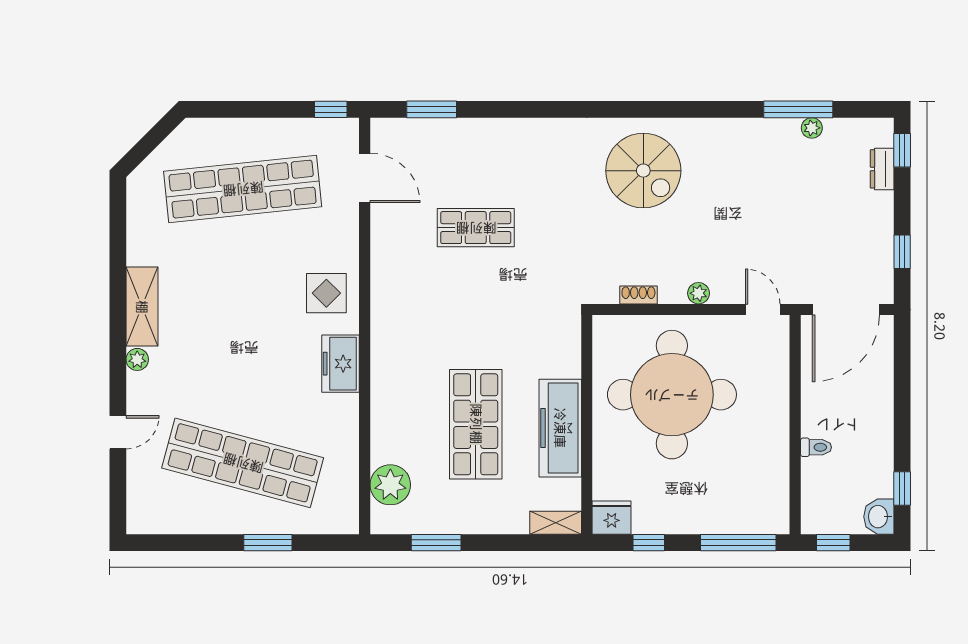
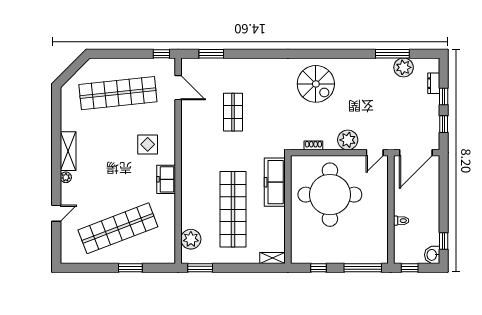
plant: (812, 128) -> (404, 67), width x1.88, depth x1.88
window: (902, 150) -> (444, 97), moved
shop shelf: (476, 228) -> (233, 112), turned 90
display table: (326, 293) -> (148, 144), moved
plant: (699, 293) -> (348, 140), width x1.87, depth x1.87
door: (763, 309) -> (375, 153), swing flipped
shop shelf: (476, 424) -> (233, 209), width x1.40
freezer: (560, 428) -> (275, 182), moved
shop shelf: (243, 463) -> (118, 228), turned -36
fridge: (612, 518) -> (300, 255), removed
window: (436, 543) -> (200, 268), moved

